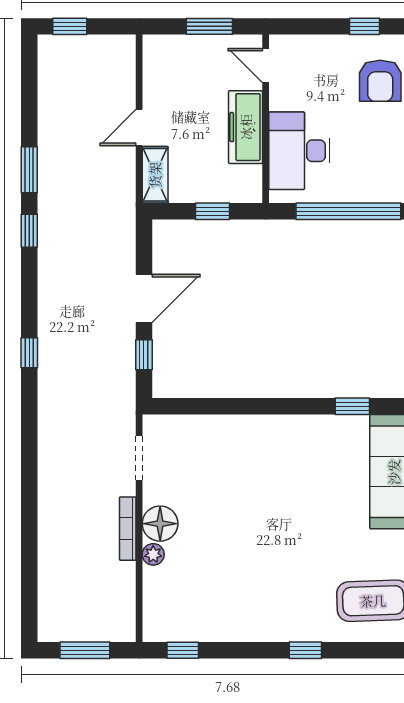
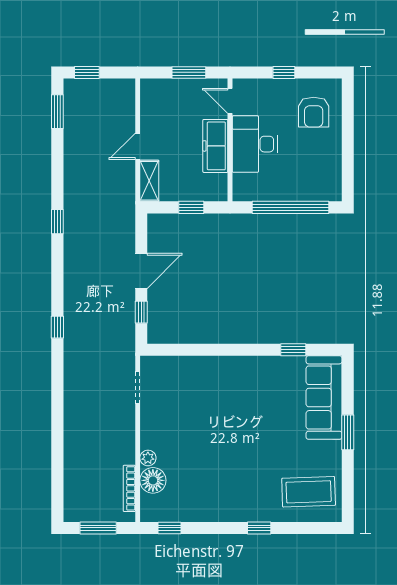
window: (365, 26) -> (284, 72), moved
desk: (299, 151) -> (255, 144), moved
window: (29, 170) -> (57, 112), moved
window: (29, 353) -> (57, 327), moved
floor lamp: (160, 524) -> (153, 480), moved
bookcase: (128, 529) -> (129, 488), moved

